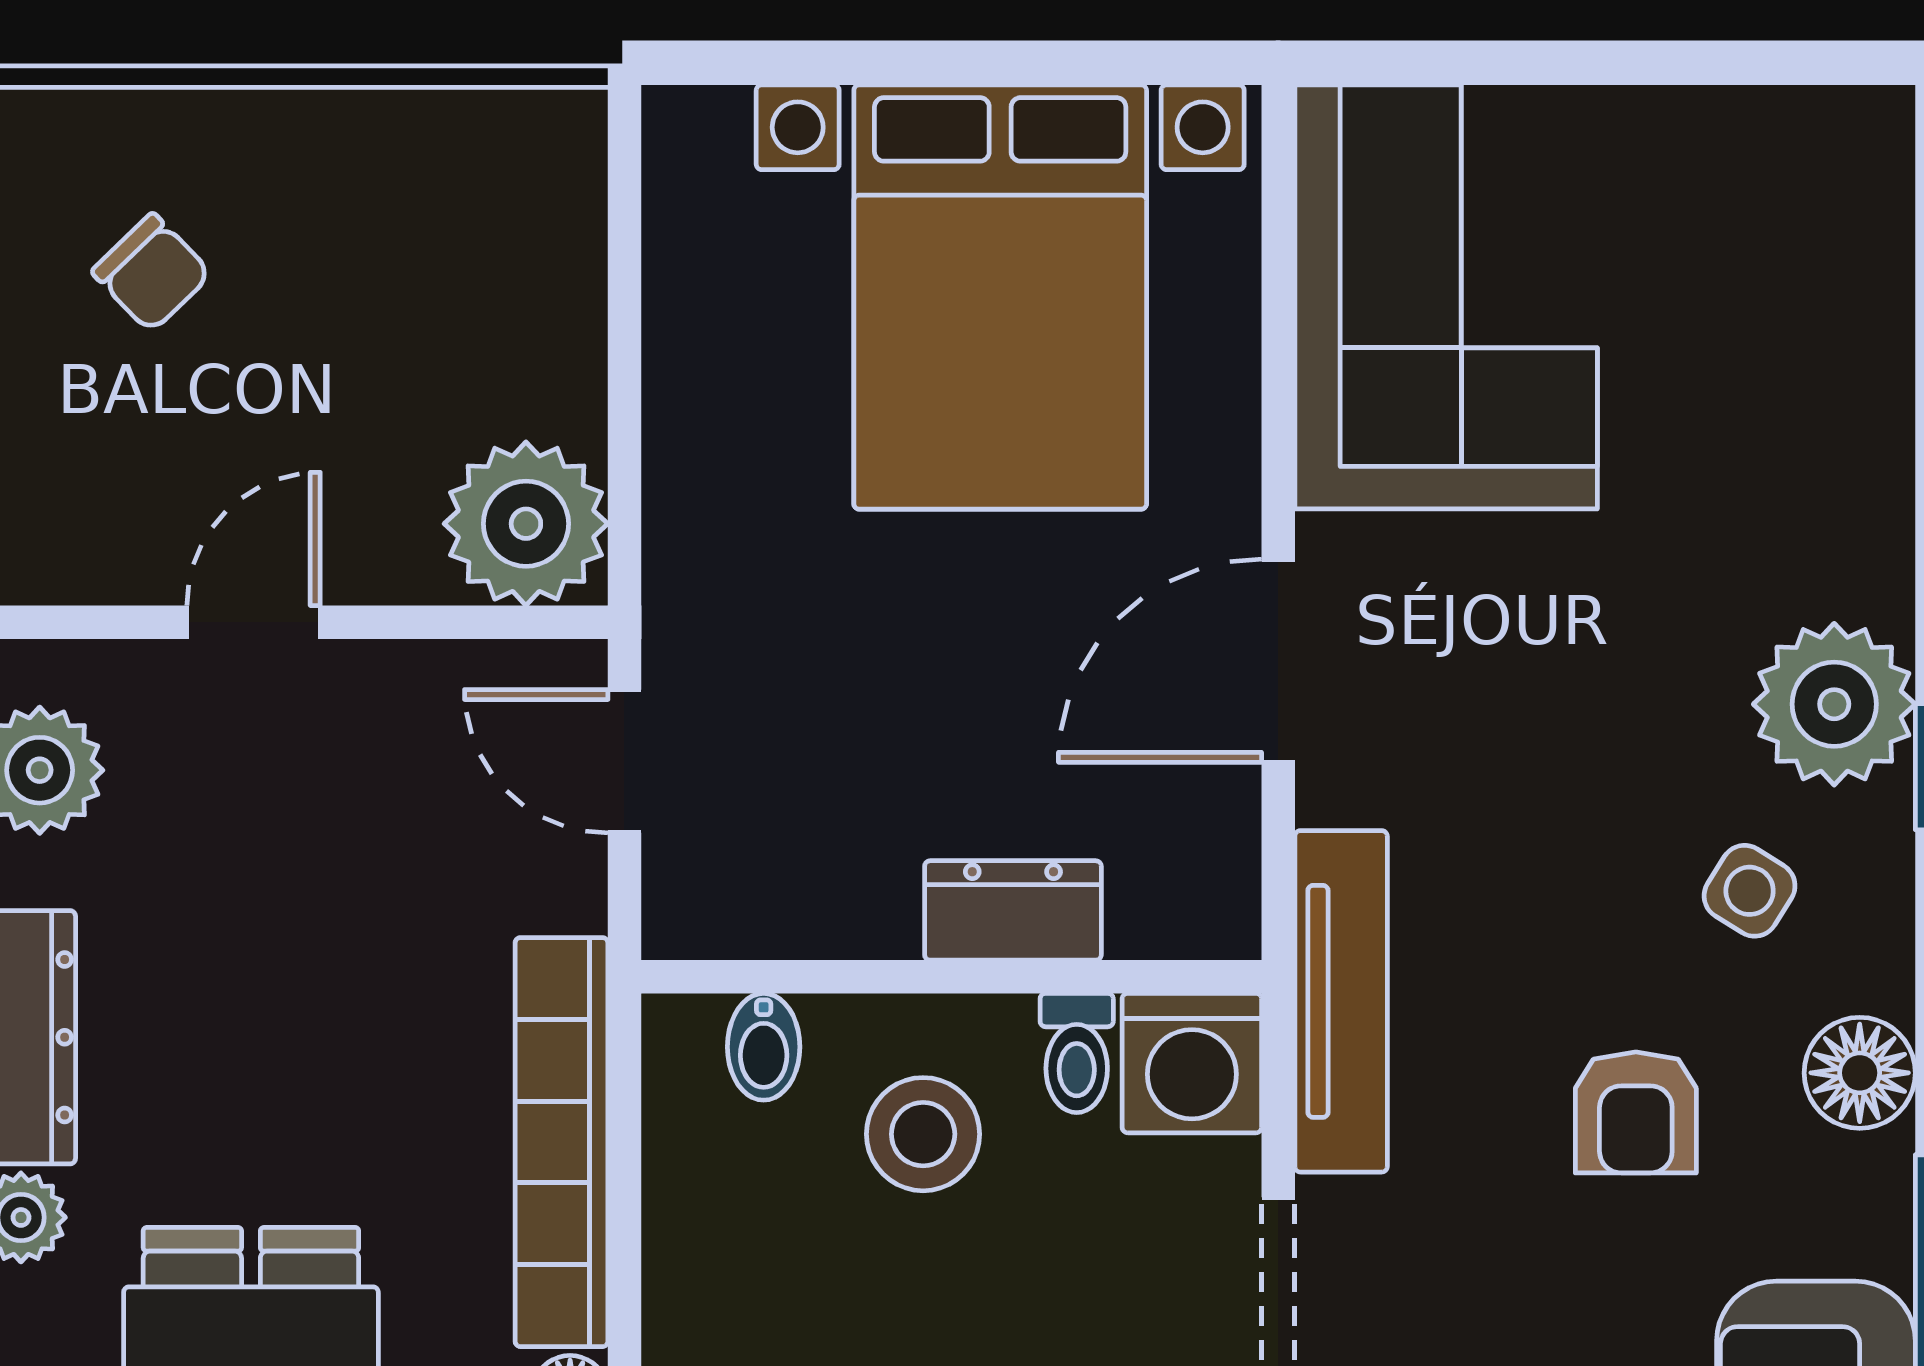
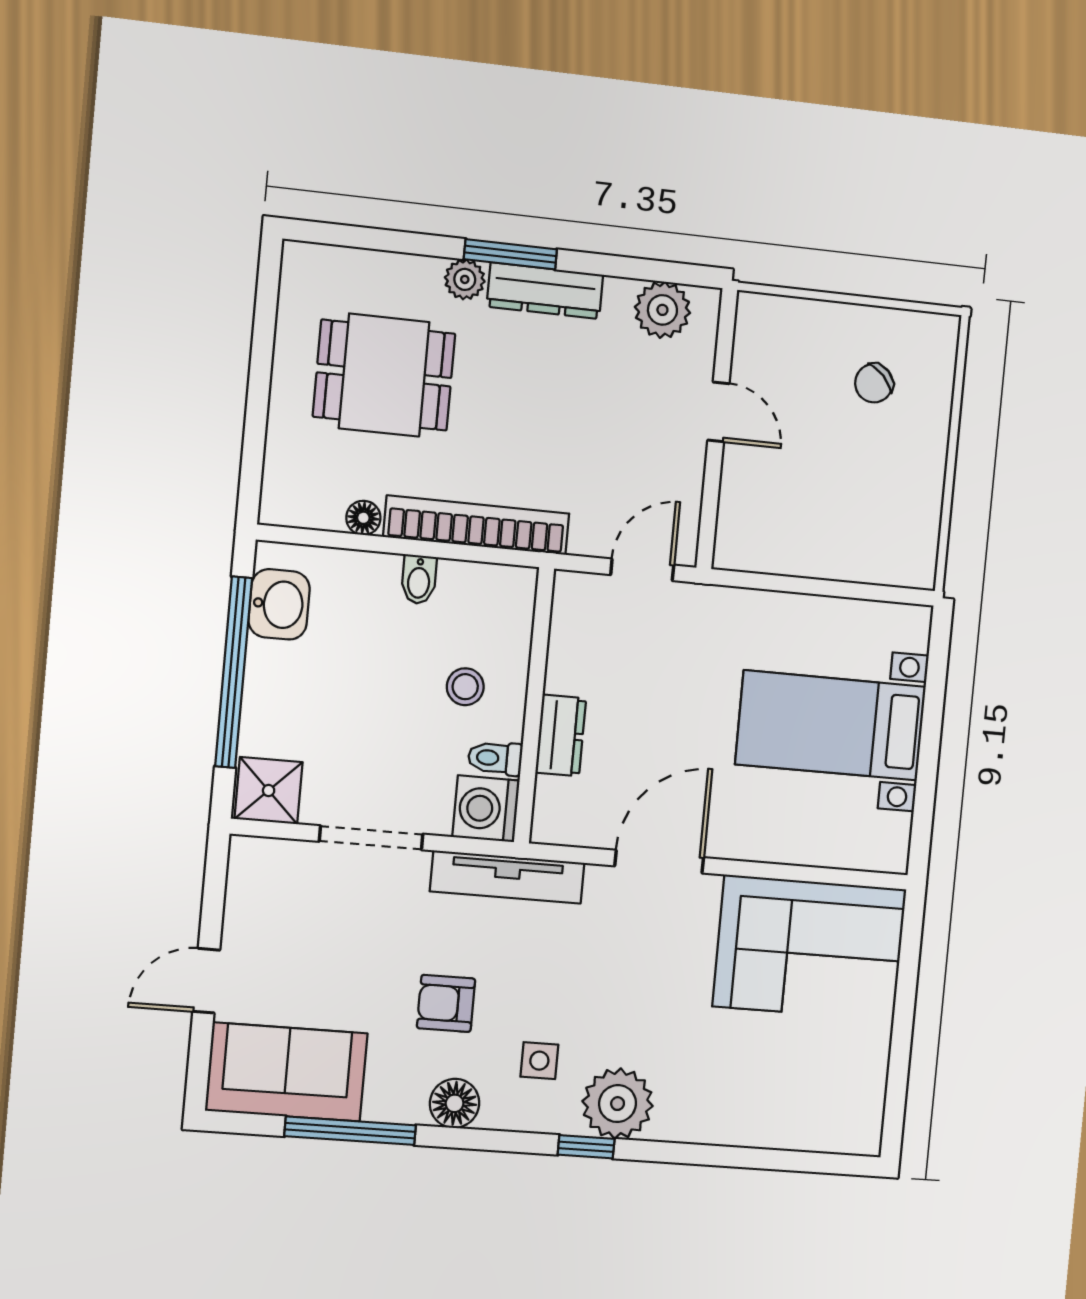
bed with nightstands: (1000, 297) -> (831, 725), width x0.73
plant: (526, 524) -> (750, 537), removed
door: (1278, 661) -> (659, 862), hinge flipped
side table: (1750, 891) -> (539, 1061), turned -32
bidet: (764, 1047) -> (419, 580), moved, turned -90
stool: (923, 1134) -> (465, 687), width x0.73, depth x0.73

